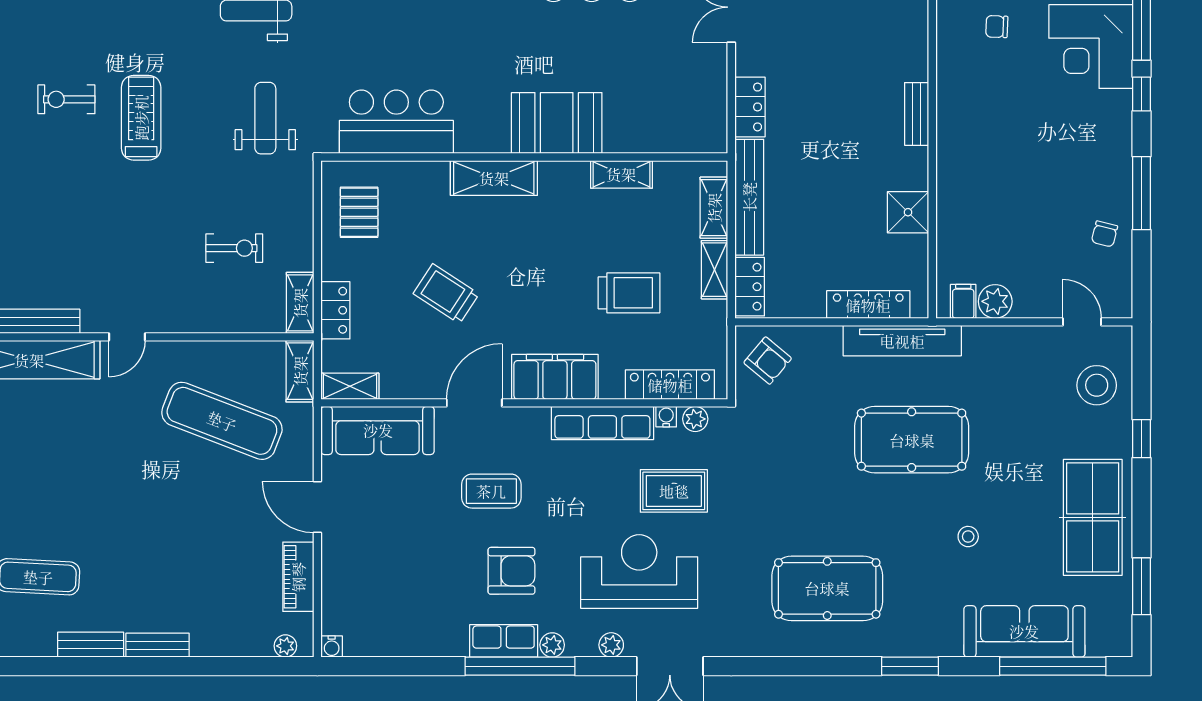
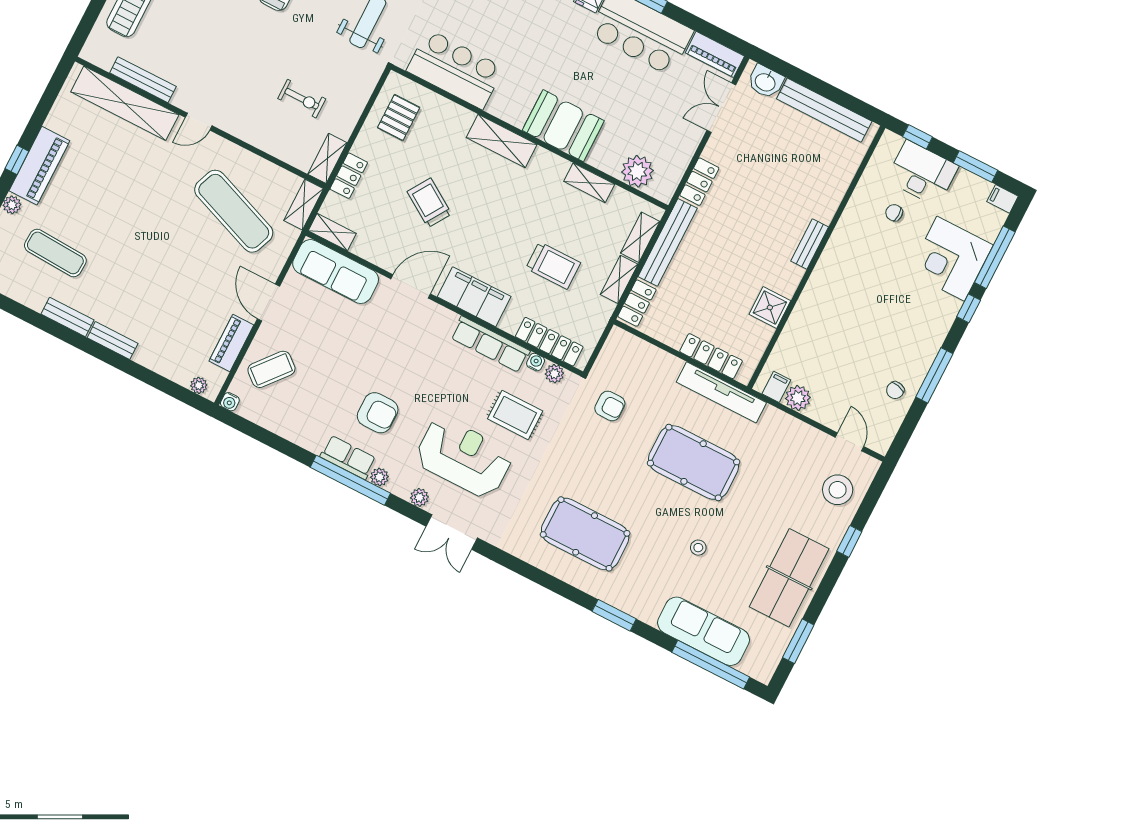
plant: (671, 132) -> (637, 171), added
armchair: (768, 361) -> (610, 406), moved, turned -40
coffee table: (491, 491) -> (271, 369), moved, turned -50

